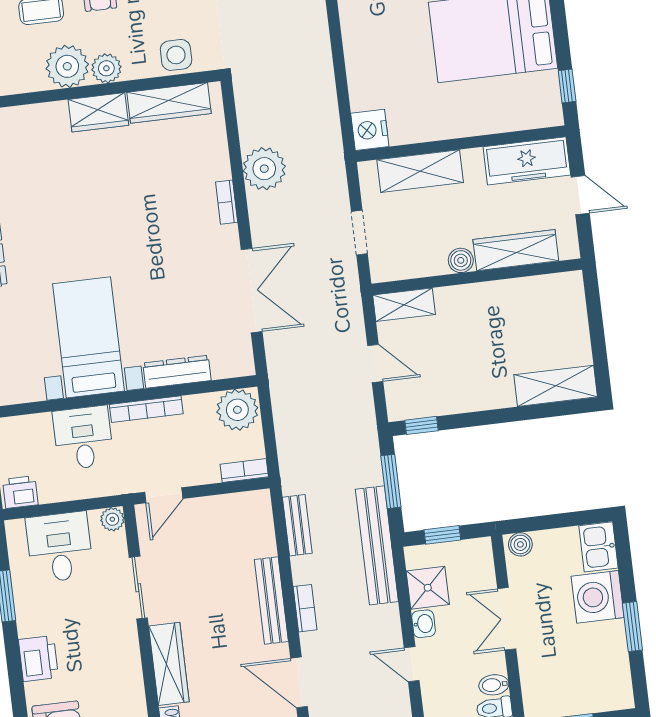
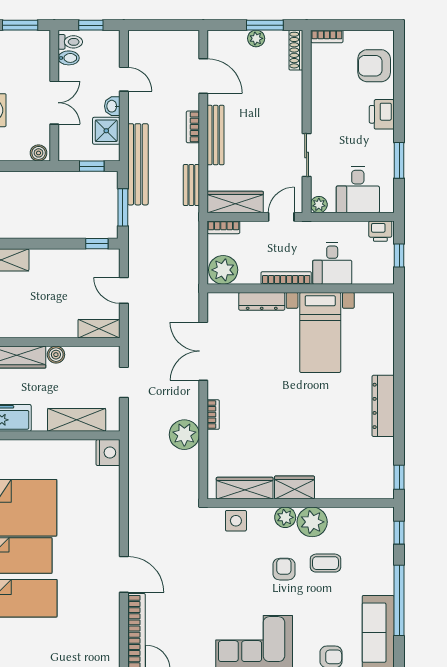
wardrobe: (169, 664) -> (235, 202), moved, turned 90

